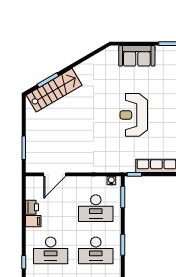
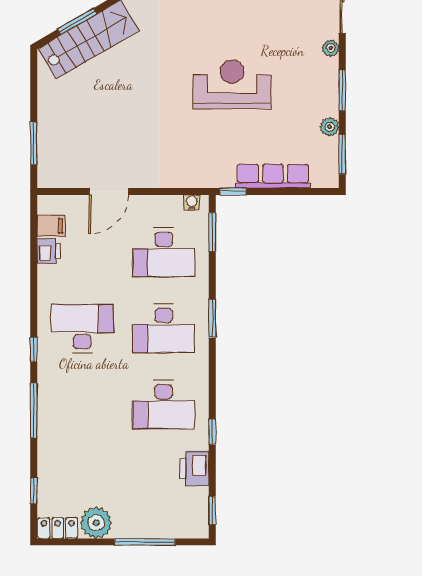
reception desk: (134, 115) -> (232, 84), turned 90
door: (55, 174) -> (109, 191), moved
filing cabinet: (33, 221) -> (51, 226), moved
desk: (51, 250) -> (82, 329), turned 180

